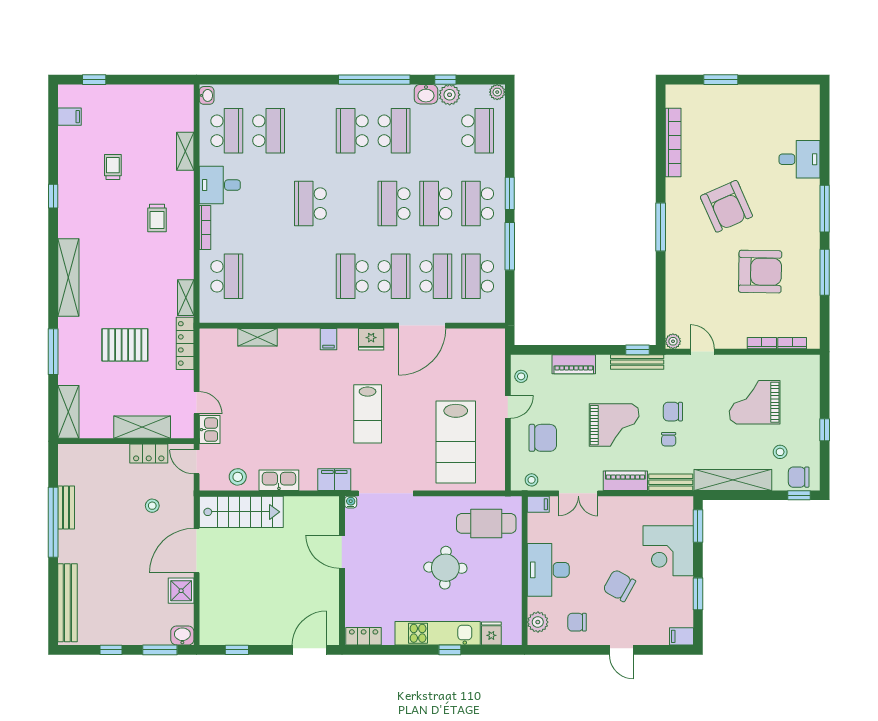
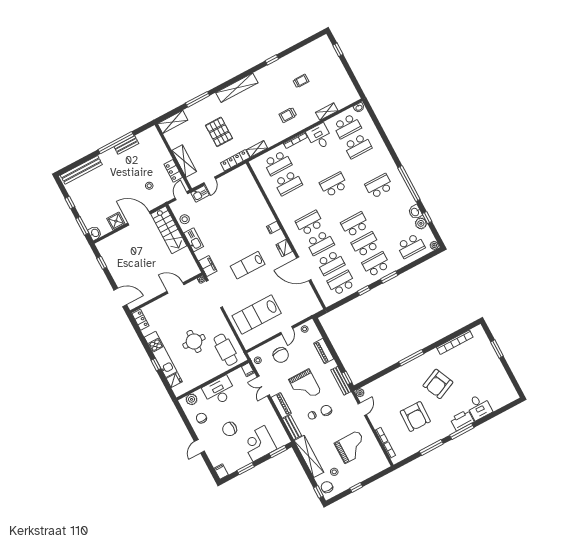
filing cabinet: (69, 117) -> (314, 47), removed
school desk: (394, 131) -> (288, 183), moved
printer: (807, 198) -> (462, 420), added
window: (510, 246) -> (364, 291), width x0.46
shelving: (258, 337) -> (256, 193), removed
grand piano: (755, 402) -> (351, 447), turned 90
door: (508, 407) -> (287, 330), hinge flipped
door: (342, 552) -> (175, 288), hinge flipped
chair: (619, 586) -> (230, 429), turned -119

